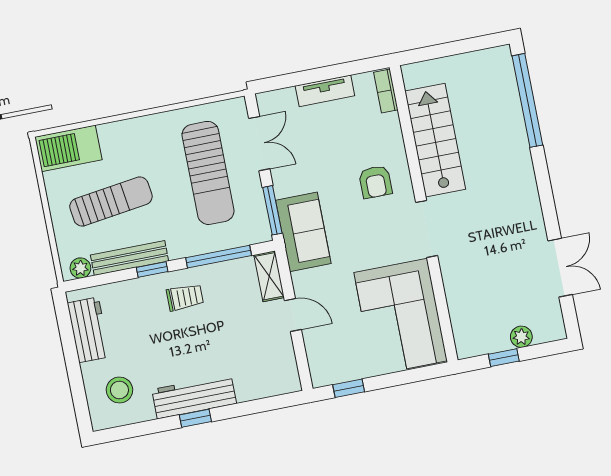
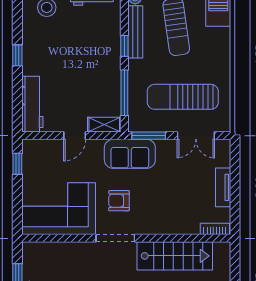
armchair: (375, 182) -> (119, 201), moved
trolley: (185, 297) -> (101, 64), removed
workbench: (194, 397) -> (32, 104), moved

